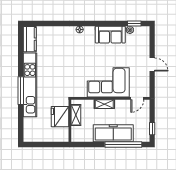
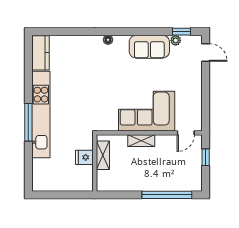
door: (152, 65) -> (206, 52), moved
fridge: (60, 117) -> (84, 157), width x0.53, depth x0.75
window: (152, 129) -> (206, 157), moved
freezer: (113, 133) -> (153, 180), removed

